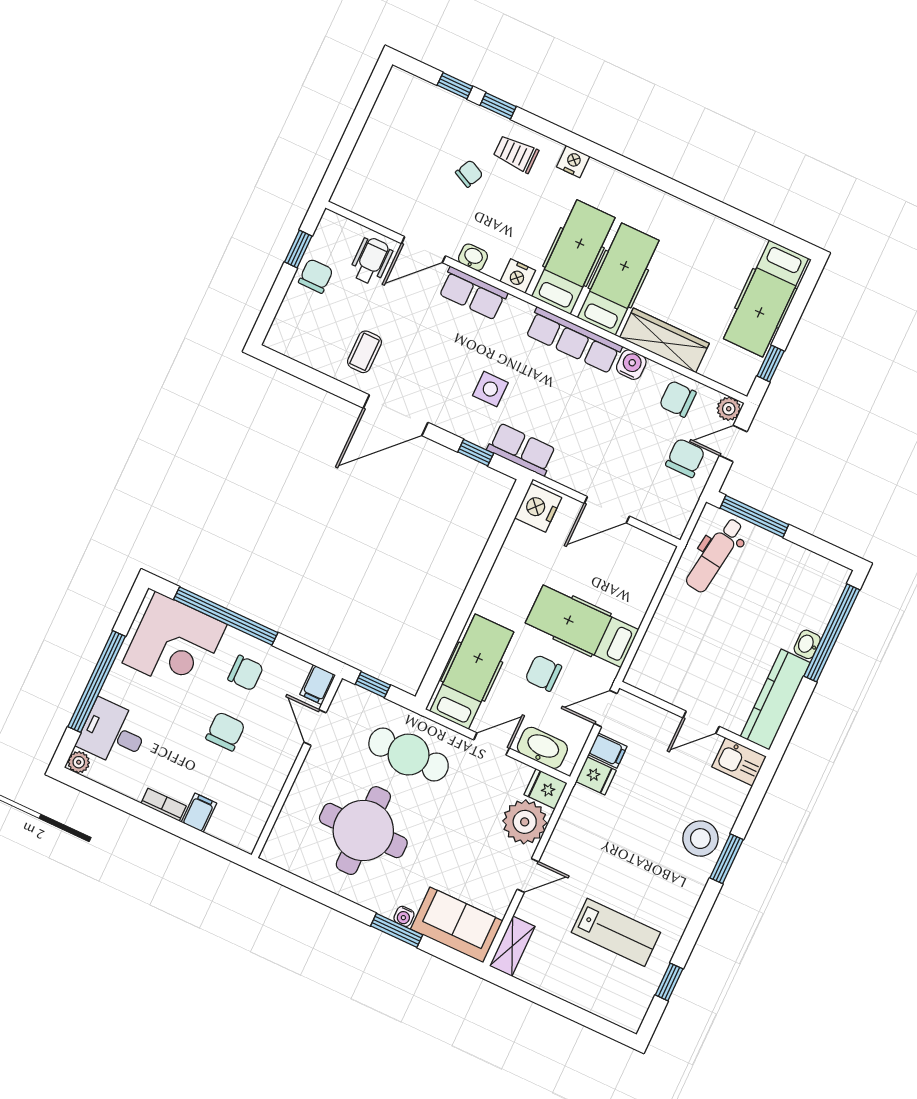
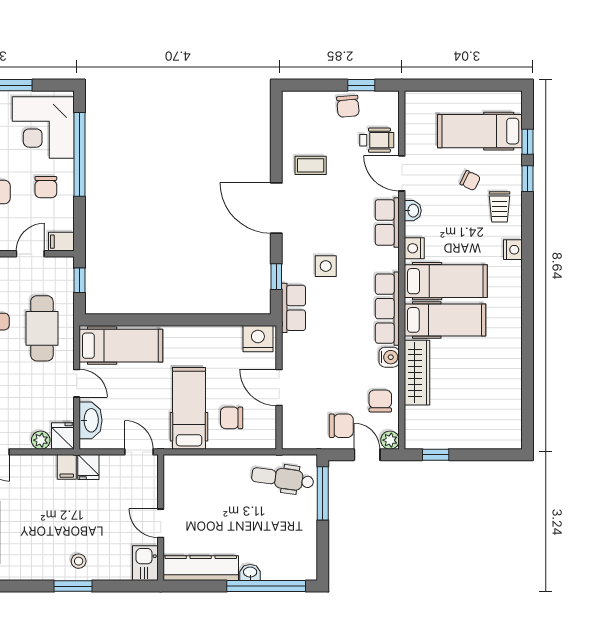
trolley: (516, 154) -> (500, 207), turned 180
chair: (316, 276) -> (348, 106), turned 85
hospital bed: (766, 299) -> (480, 131), moved
chair: (543, 673) -> (232, 418), moved, turned -90
filing cabinet: (608, 751) -> (67, 467), moved
plant: (525, 822) -> (41, 440), width x0.53, depth x0.53
stool: (700, 839) -> (79, 561), width x0.53, depth x0.53

